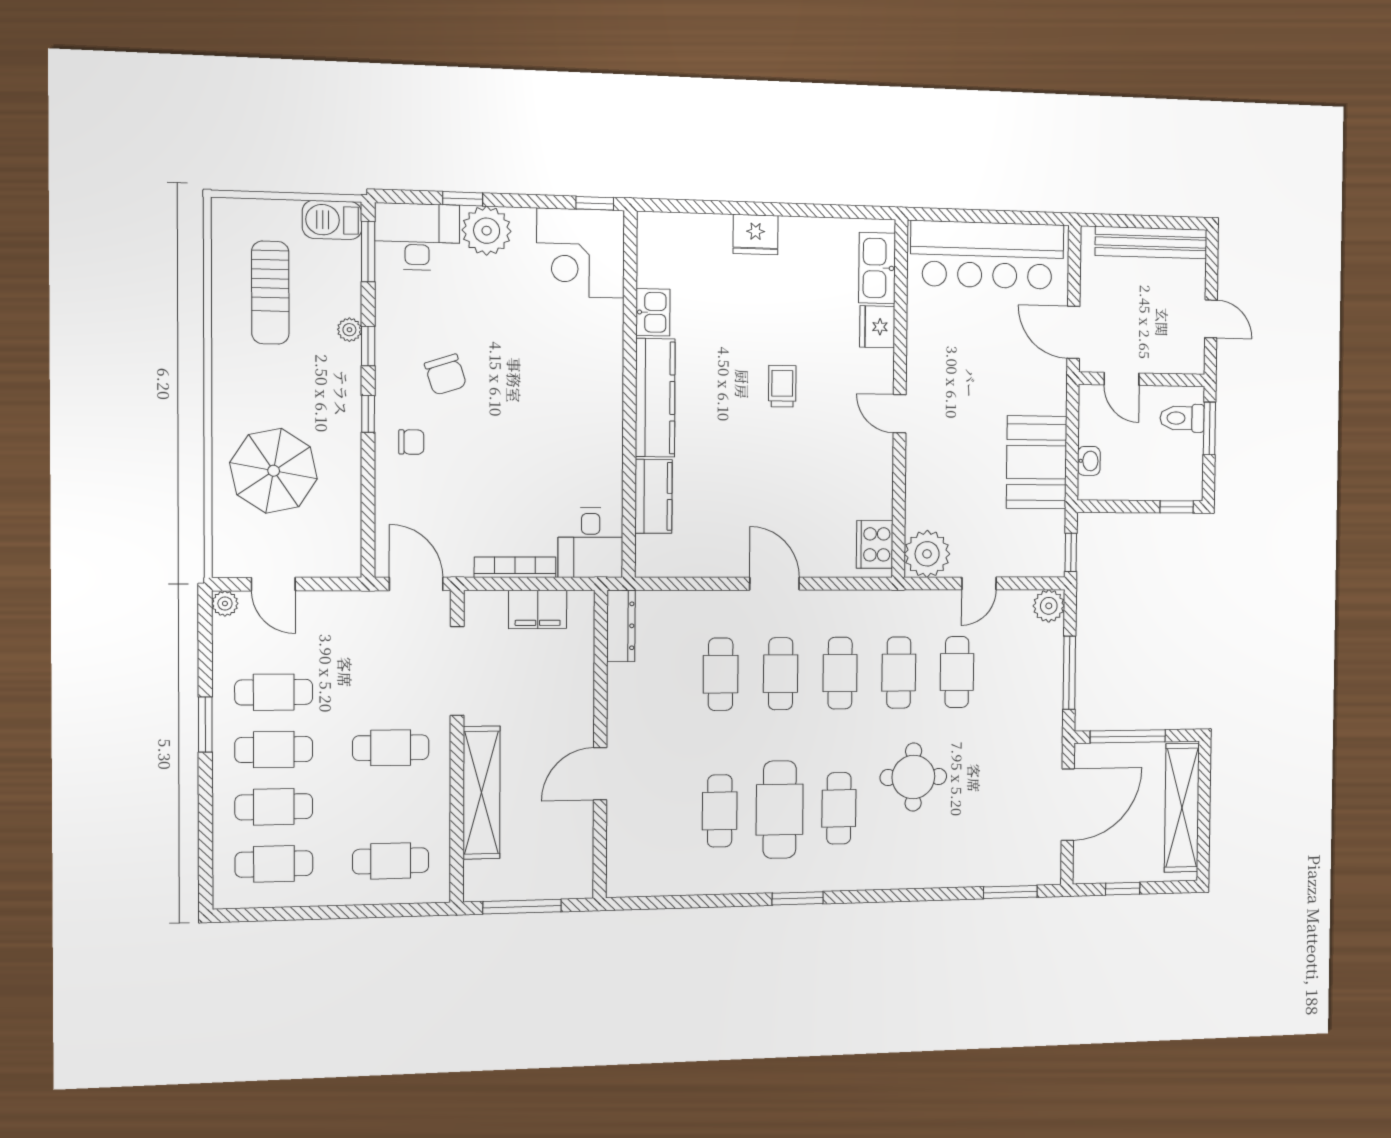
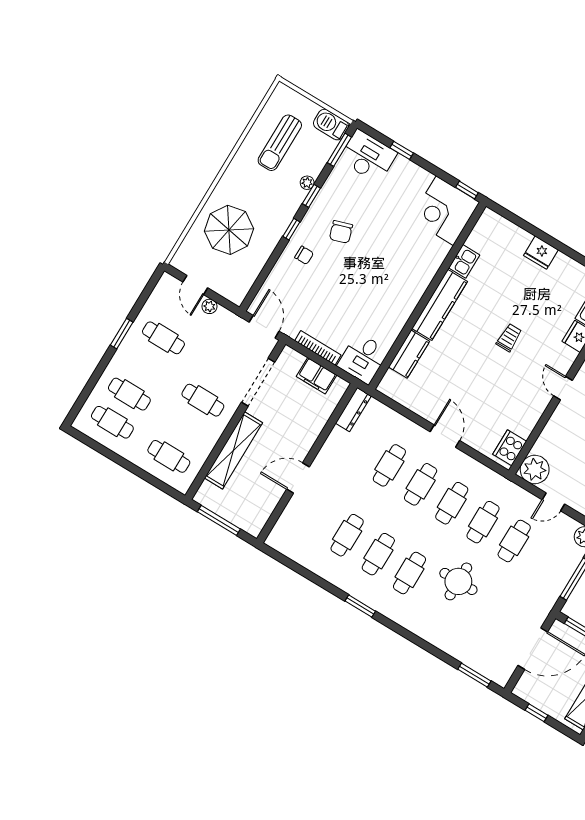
plant: (487, 231) -> (404, 173), removed
plant: (225, 604) -> (209, 306), moved
cafe table: (274, 750) -> (146, 366), removed
cafe table: (780, 810) -> (378, 554), width x0.73, depth x0.74

